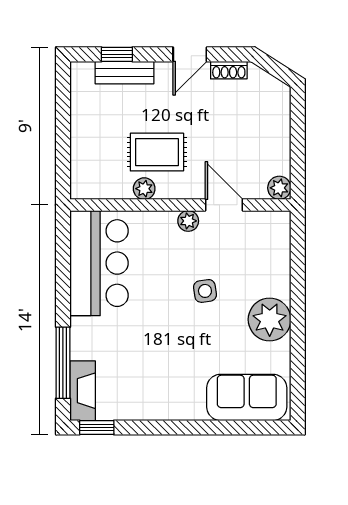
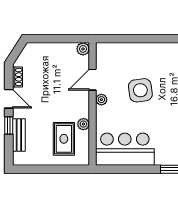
window: (117, 54) -> (9, 125), moved
rug: (157, 152) -> (64, 139), moved
side table: (205, 291) -> (140, 90), width x1.87, depth x1.87
plant: (270, 319) -> (156, 54), removed

